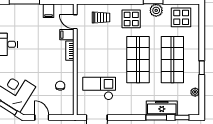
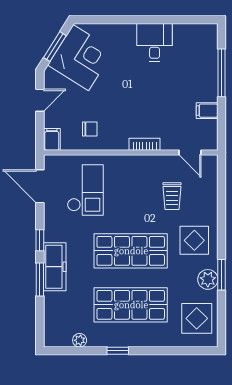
trolley: (101, 17) -> (172, 196), moved
door: (75, 22) -> (190, 153), swing flipped
filing cabinet: (67, 35) -> (52, 139), moved
freezer: (162, 108) -> (55, 267), moved
window: (182, 117) -> (40, 240), moved

